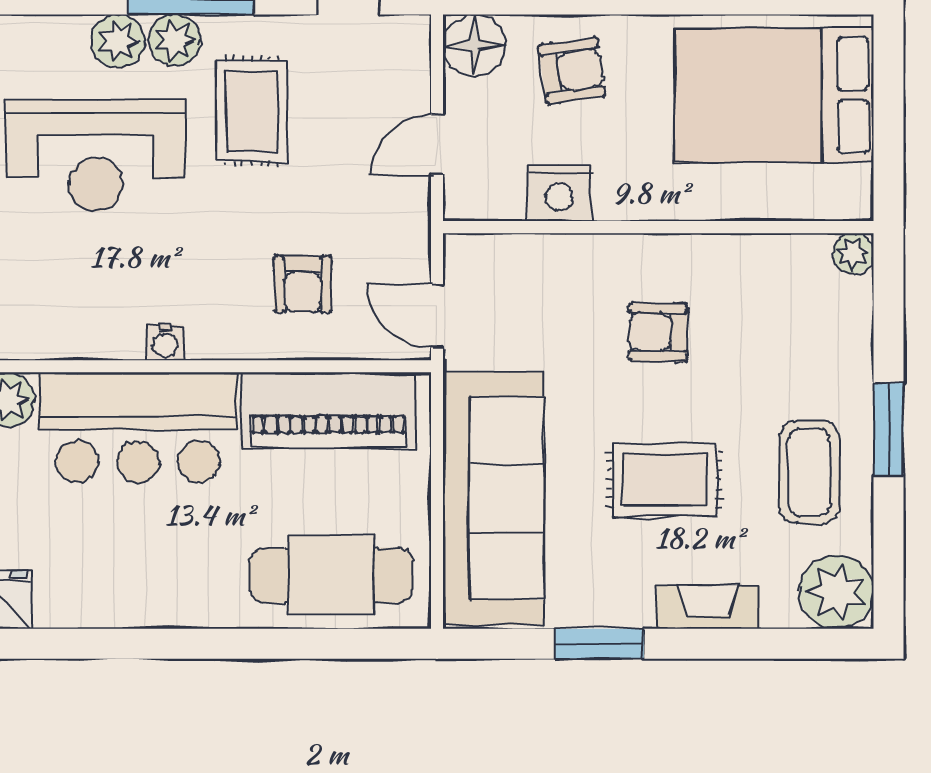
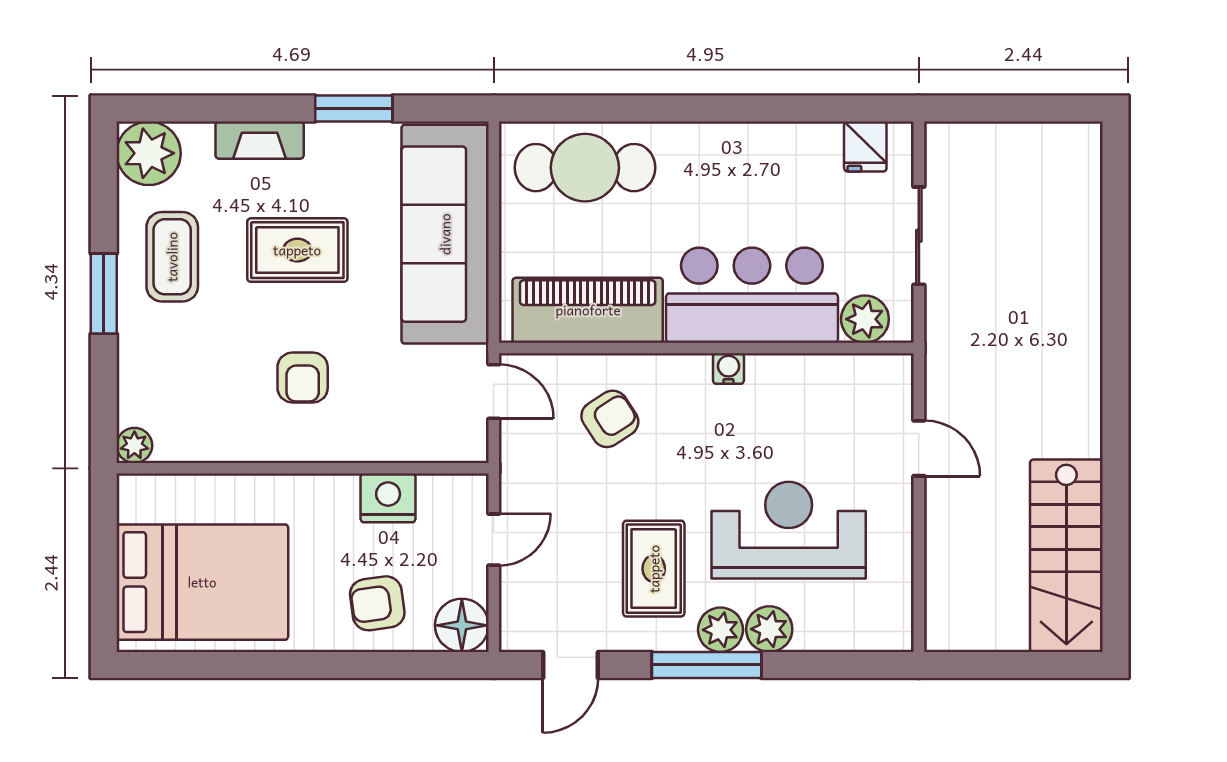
armchair: (303, 284) -> (610, 419), turned 57
armchair: (658, 332) -> (303, 378), turned 90

